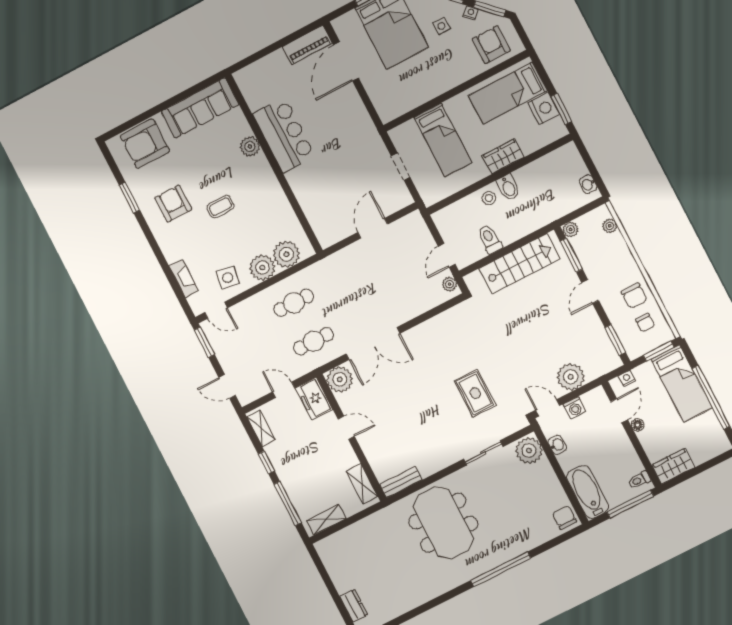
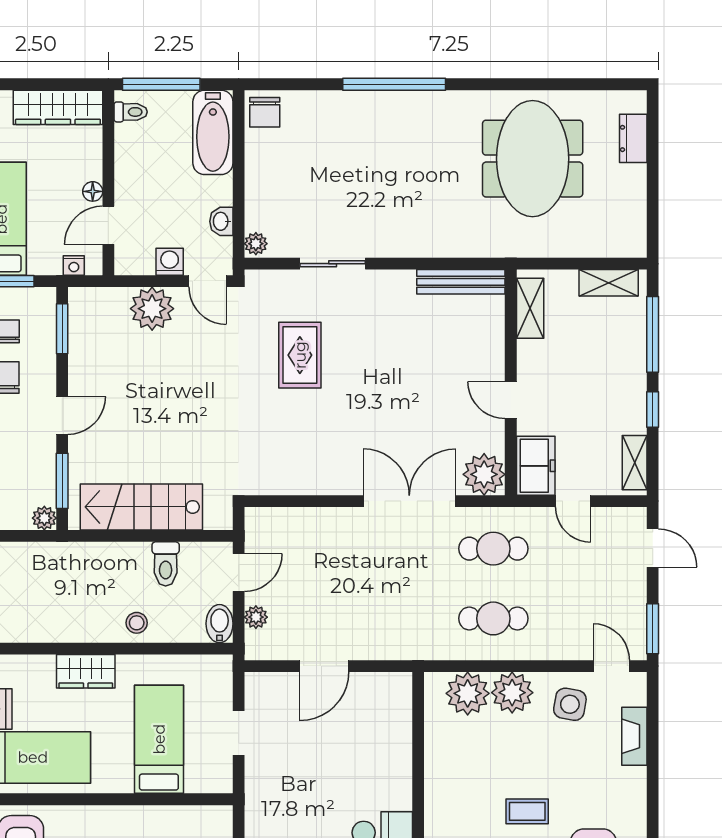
bidet: (508, 187) -> (220, 624), moved
plant: (450, 284) -> (256, 617), moved
plant: (529, 451) -> (256, 244), width x0.53, depth x0.53
wardrobe: (673, 466) -> (58, 107), width x1.50
bench: (401, 482) -> (461, 282), width x1.36
meeting table: (443, 523) -> (533, 159), moved

